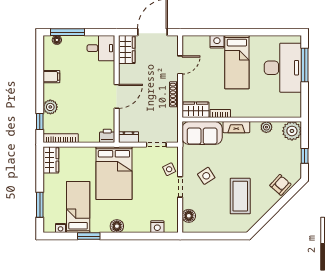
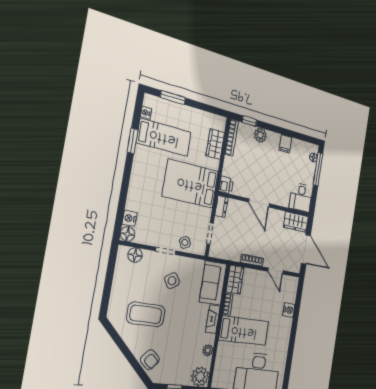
bed: (237, 62) -> (244, 331), moved, turned 180
wardrobe: (51, 160) -> (215, 144), moved, turned 90
floor lamp: (117, 226) -> (127, 234), moved

